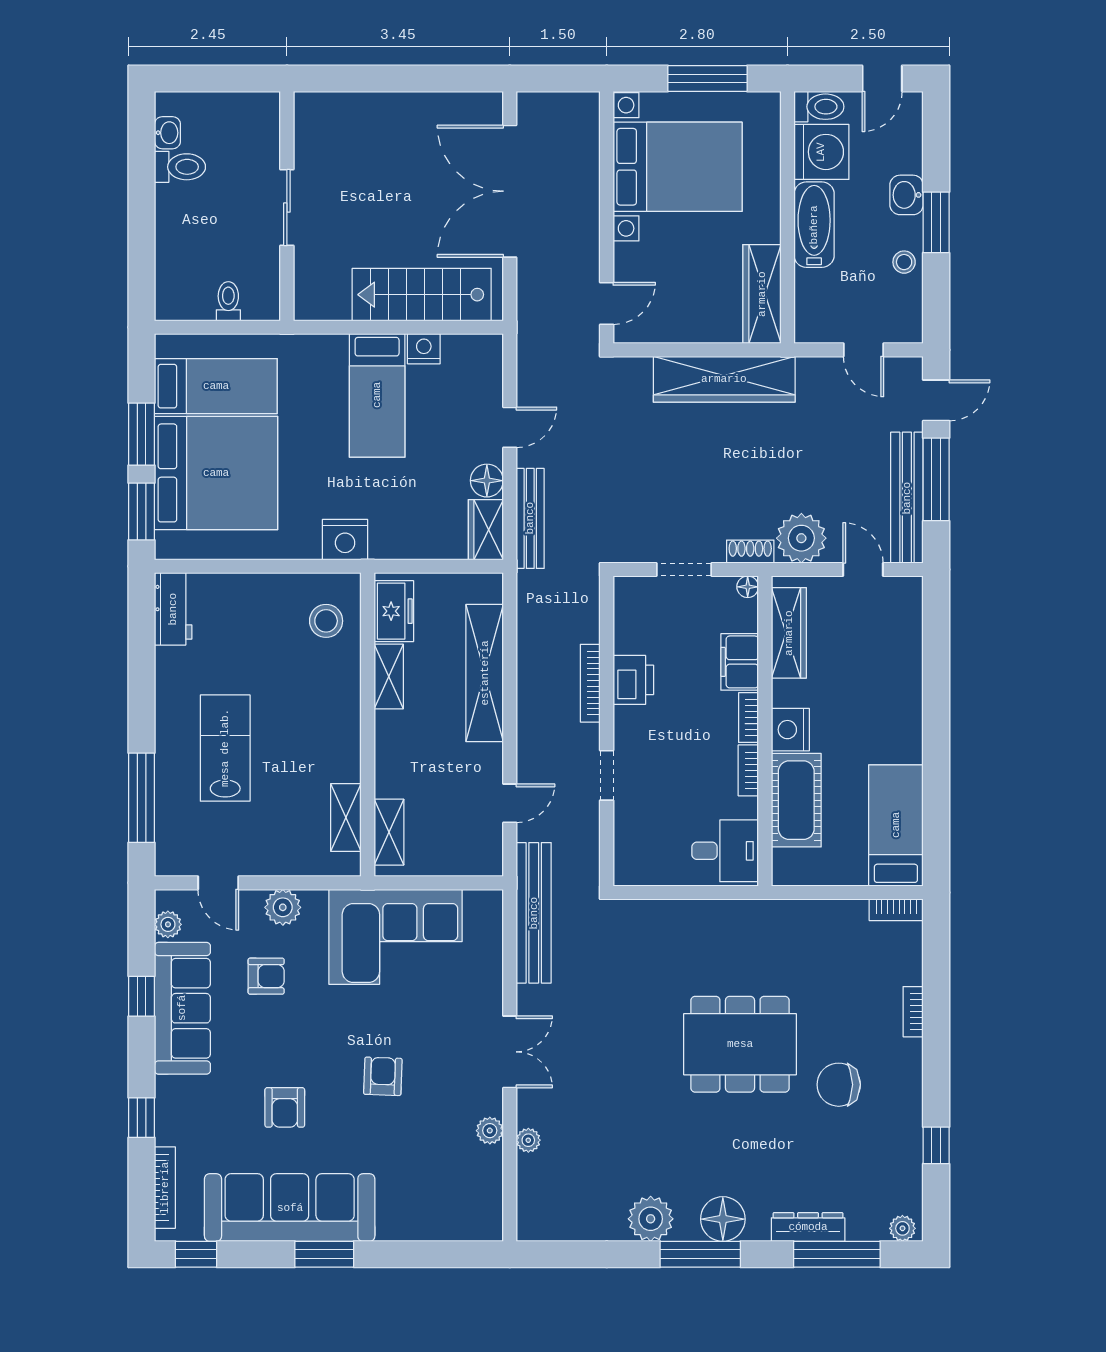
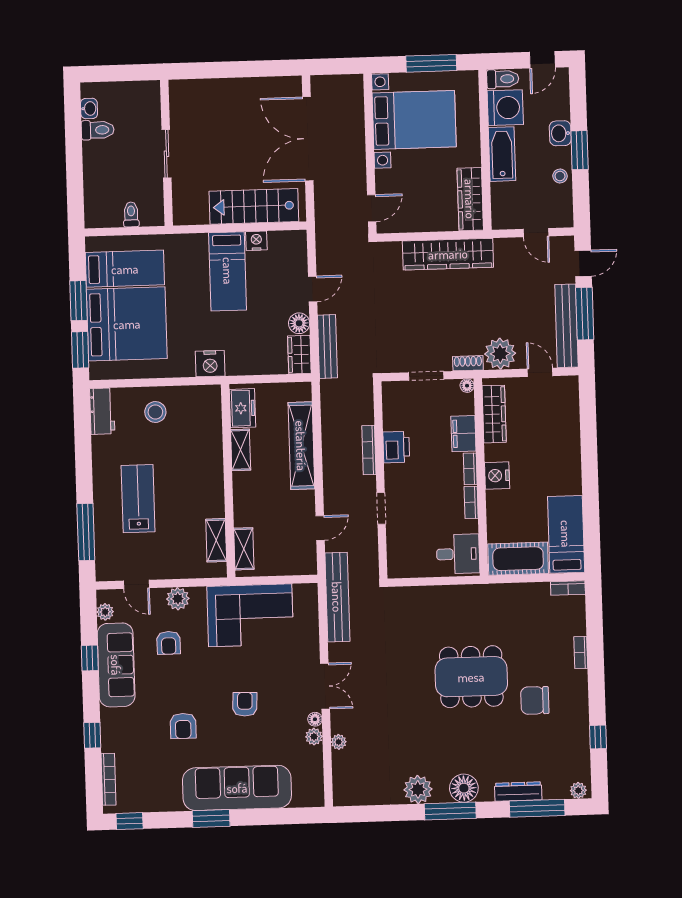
stool: (326, 621) -> (155, 412), moved
cot: (796, 800) -> (518, 559), moved, turned 90
armchair: (266, 976) -> (169, 643), turned 90
floor lamp: (492, 1103) -> (315, 719), added
sofa: (290, 1208) -> (237, 788), moved

